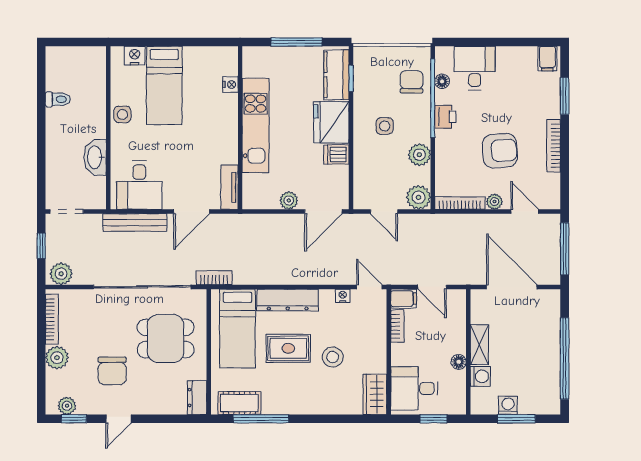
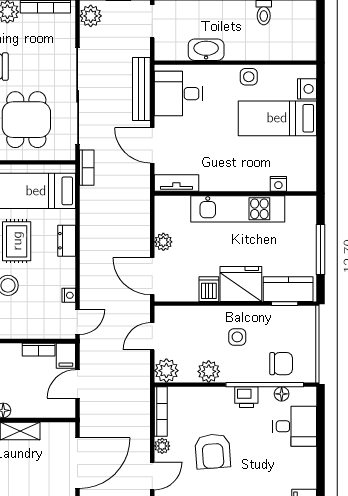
dresser: (288, 300) -> (67, 241), width x0.51, depth x0.80

